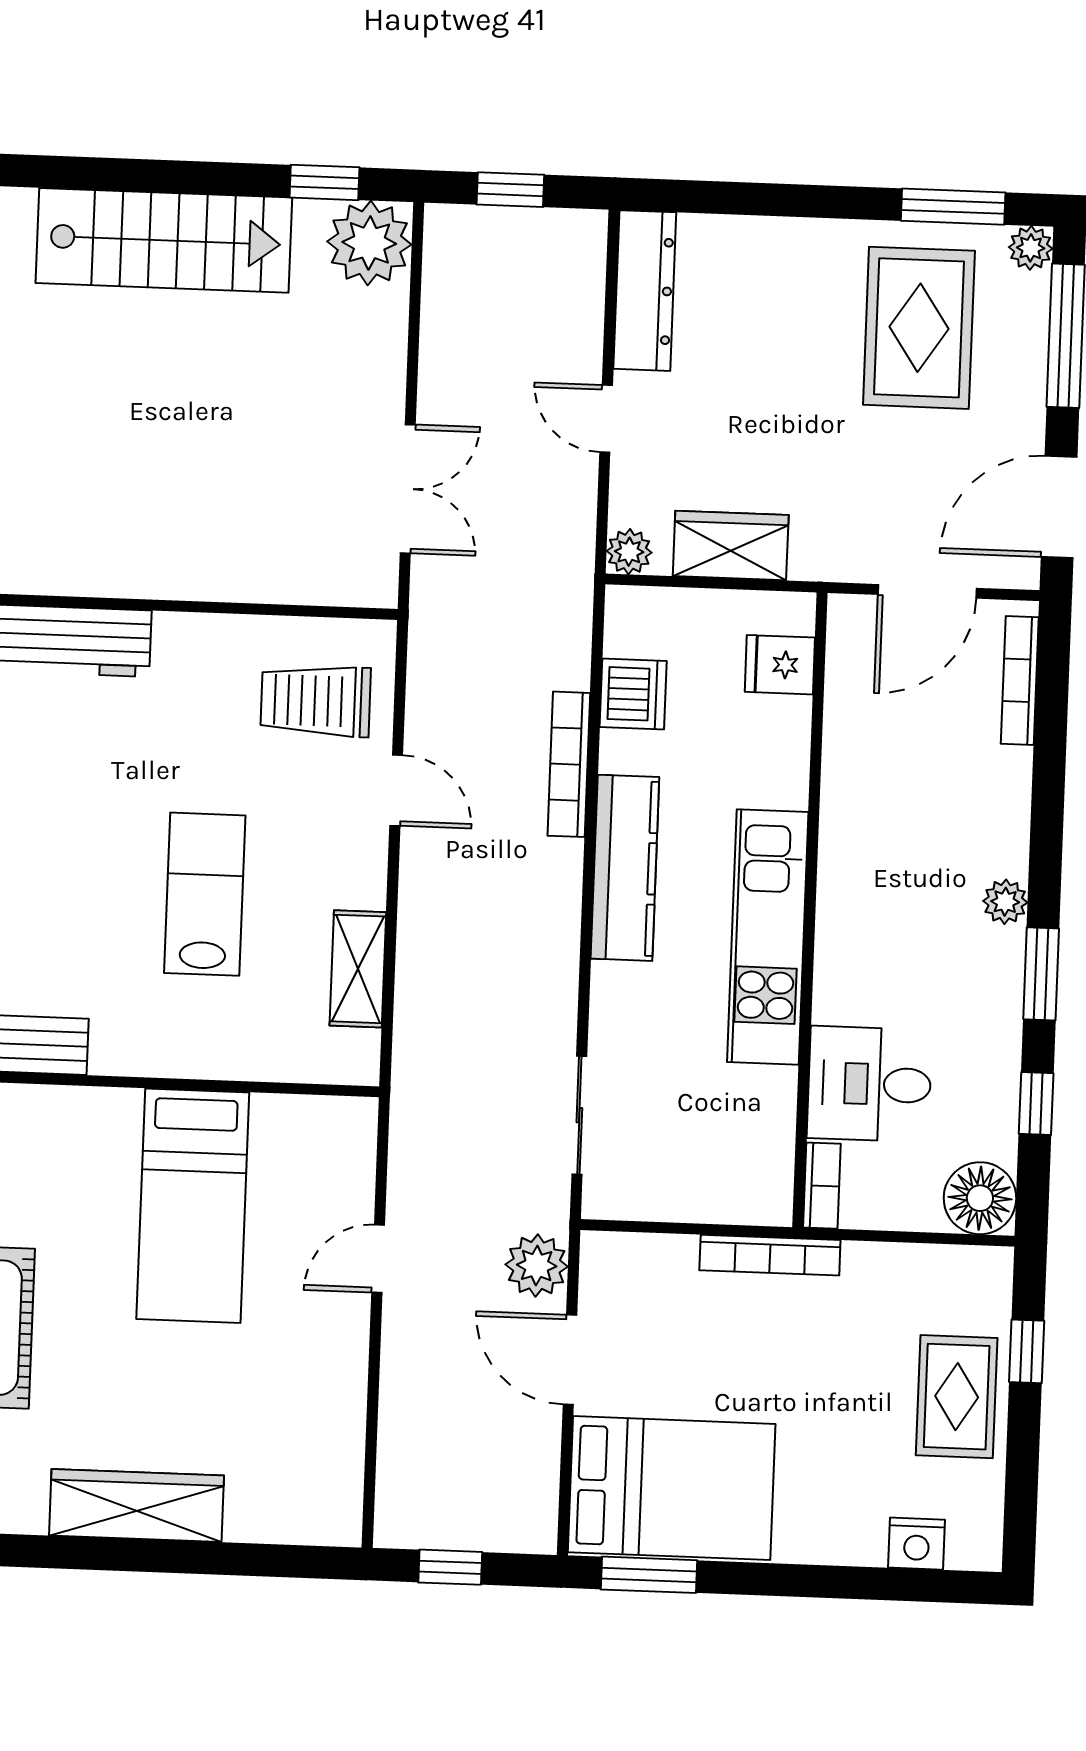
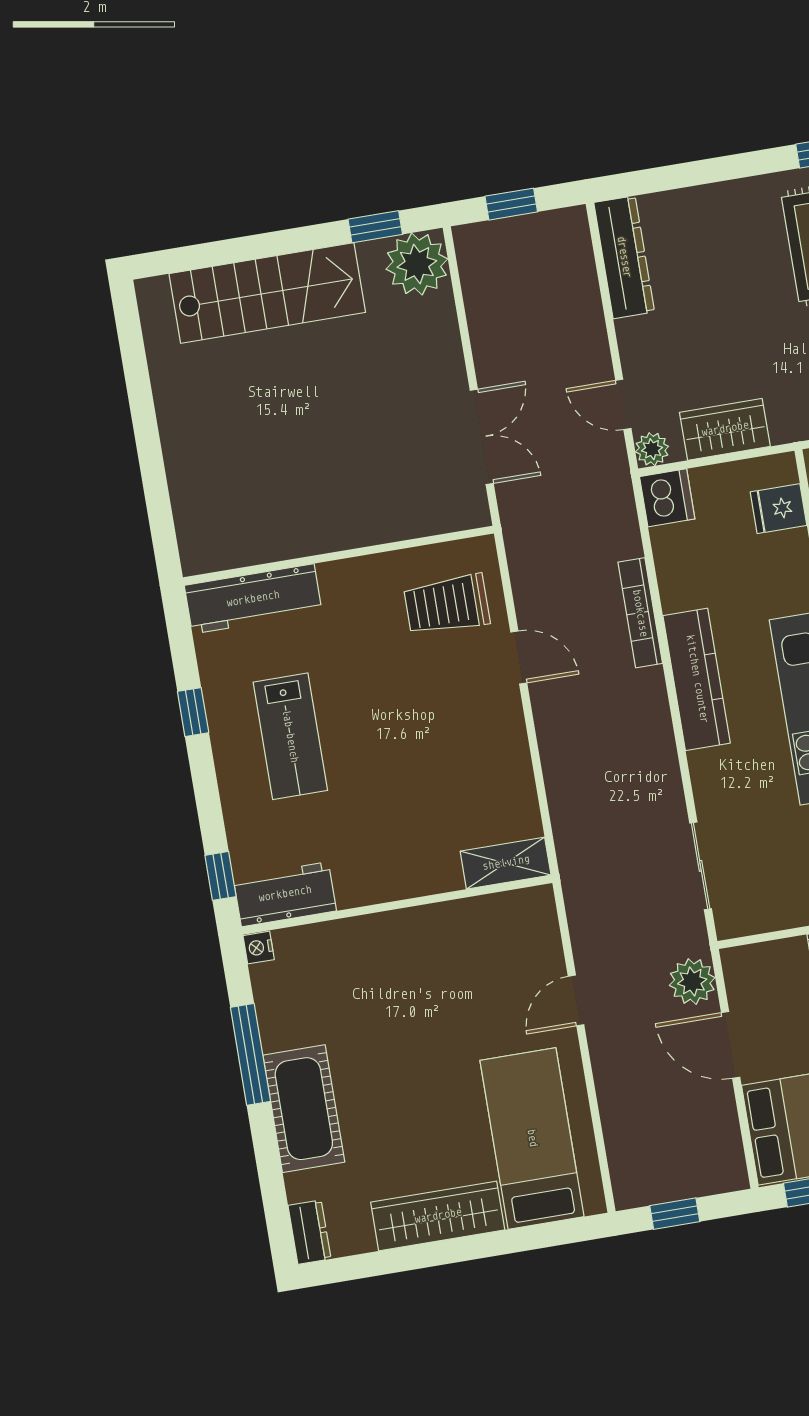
door: (606, 419) -> (623, 404), moved
dishwasher: (633, 694) -> (667, 498), moved
lab bench: (205, 894) -> (290, 736), moved, turned 180
shelving: (358, 969) -> (506, 863), moved, turned 90
bed: (193, 1206) -> (532, 1138), moved, turned 180

